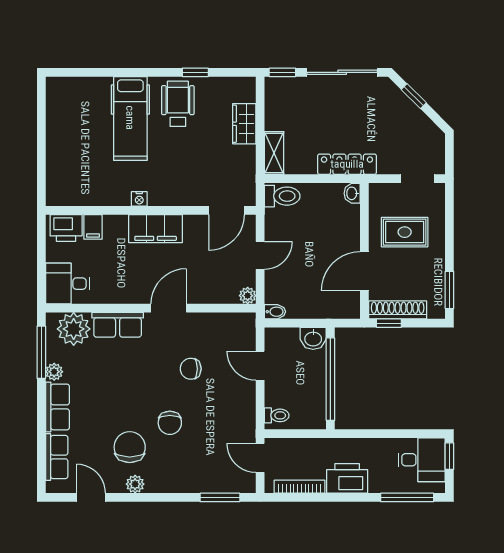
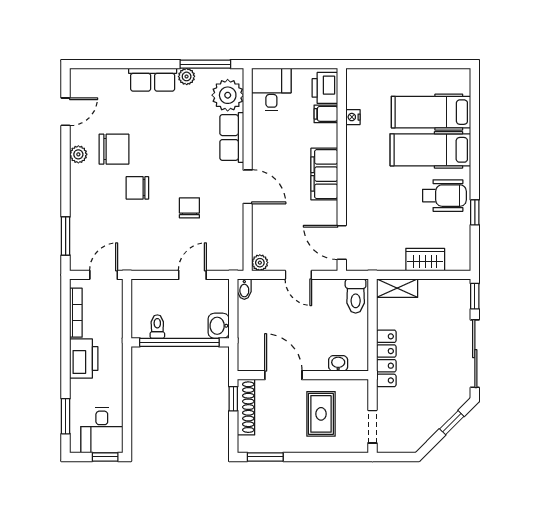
hospital bed: (91, 118) -> (431, 112), added
washbasin: (352, 193) -> (338, 363), moved
nightstand: (139, 199) -> (353, 117), moved
toilet: (277, 415) -> (157, 327), moved, turned 180
row of seats: (57, 457) -> (104, 79), removed
window: (407, 497) -> (66, 416), width x0.69

